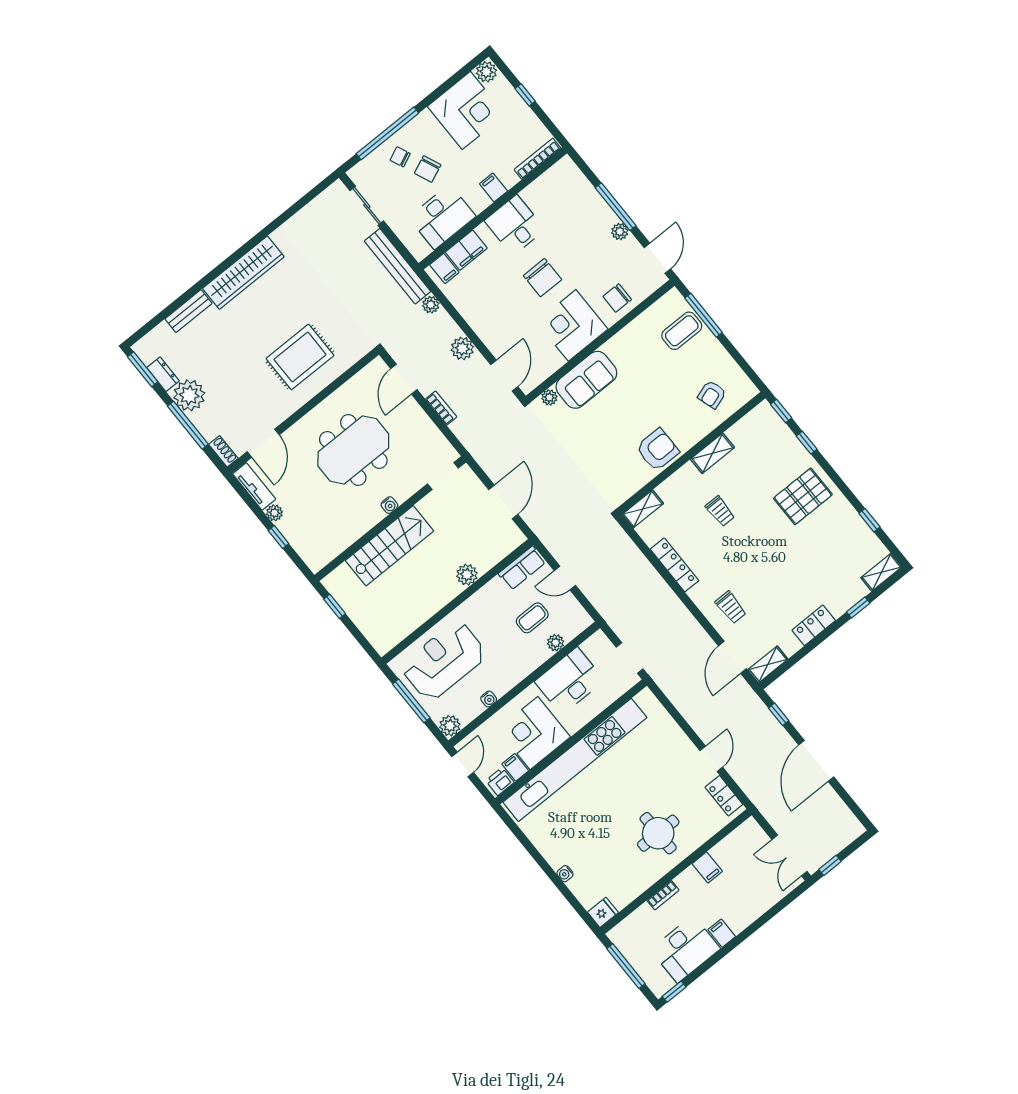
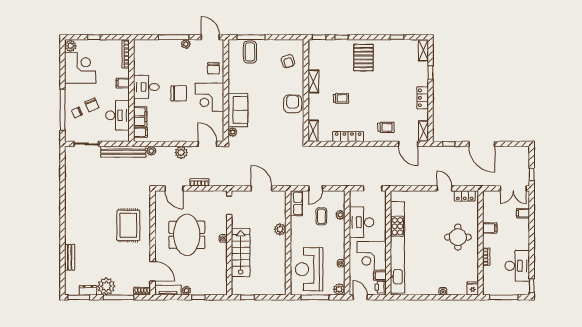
wardrobe: (243, 273) -> (72, 220), removed
filing cabinet: (722, 933) -> (523, 213), moved

